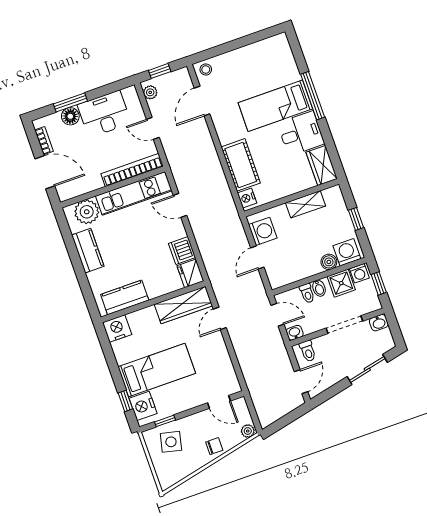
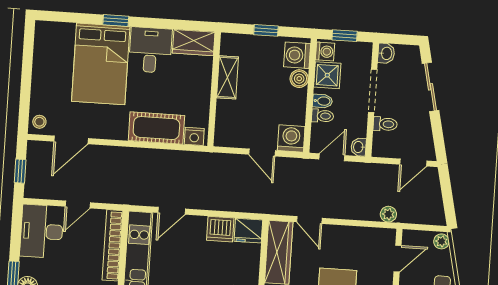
plant: (150, 92) -> (388, 214), moved
window: (313, 96) -> (116, 20), width x0.46
door: (202, 101) -> (71, 140), hinge flipped
bed: (275, 106) -> (101, 64), width x1.50
desk: (104, 114) -> (42, 231), moved
washing machine: (263, 231) -> (291, 139), moved
toilet: (308, 351) -> (385, 124), moved
door: (301, 382) -> (413, 163), swing flipped

